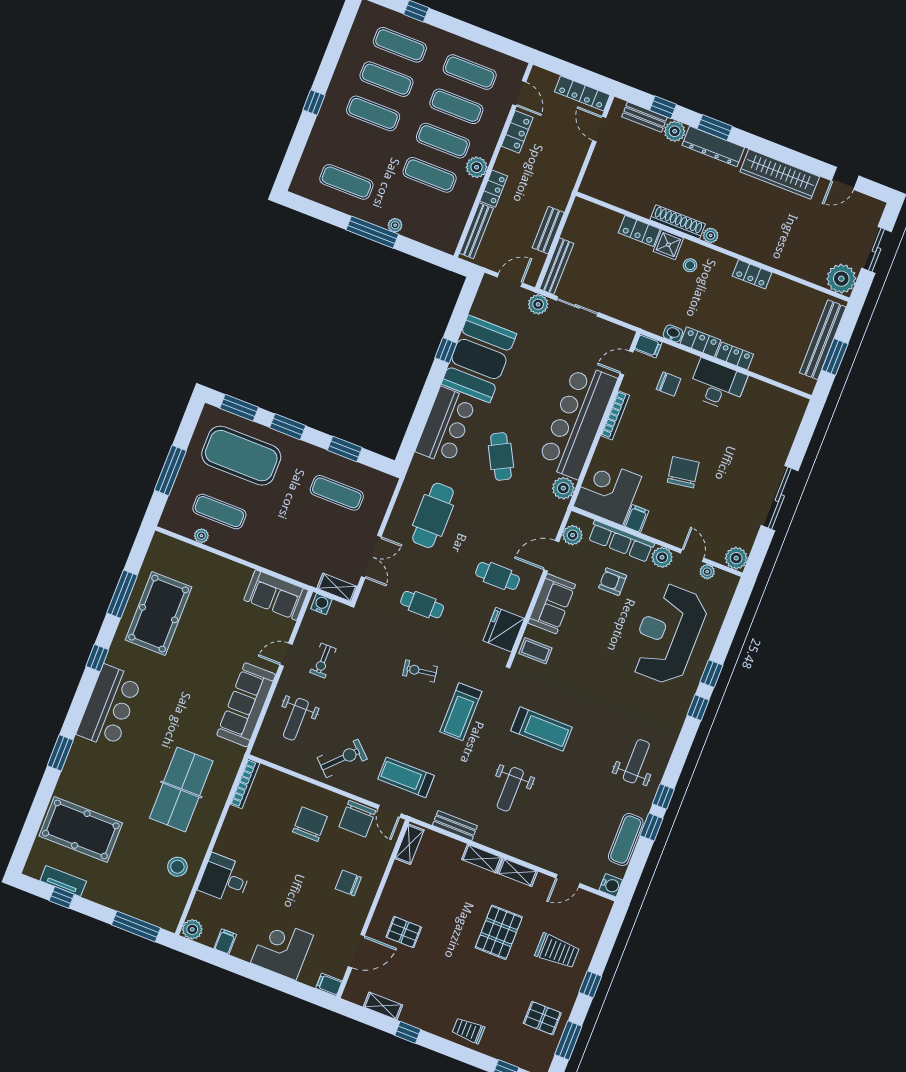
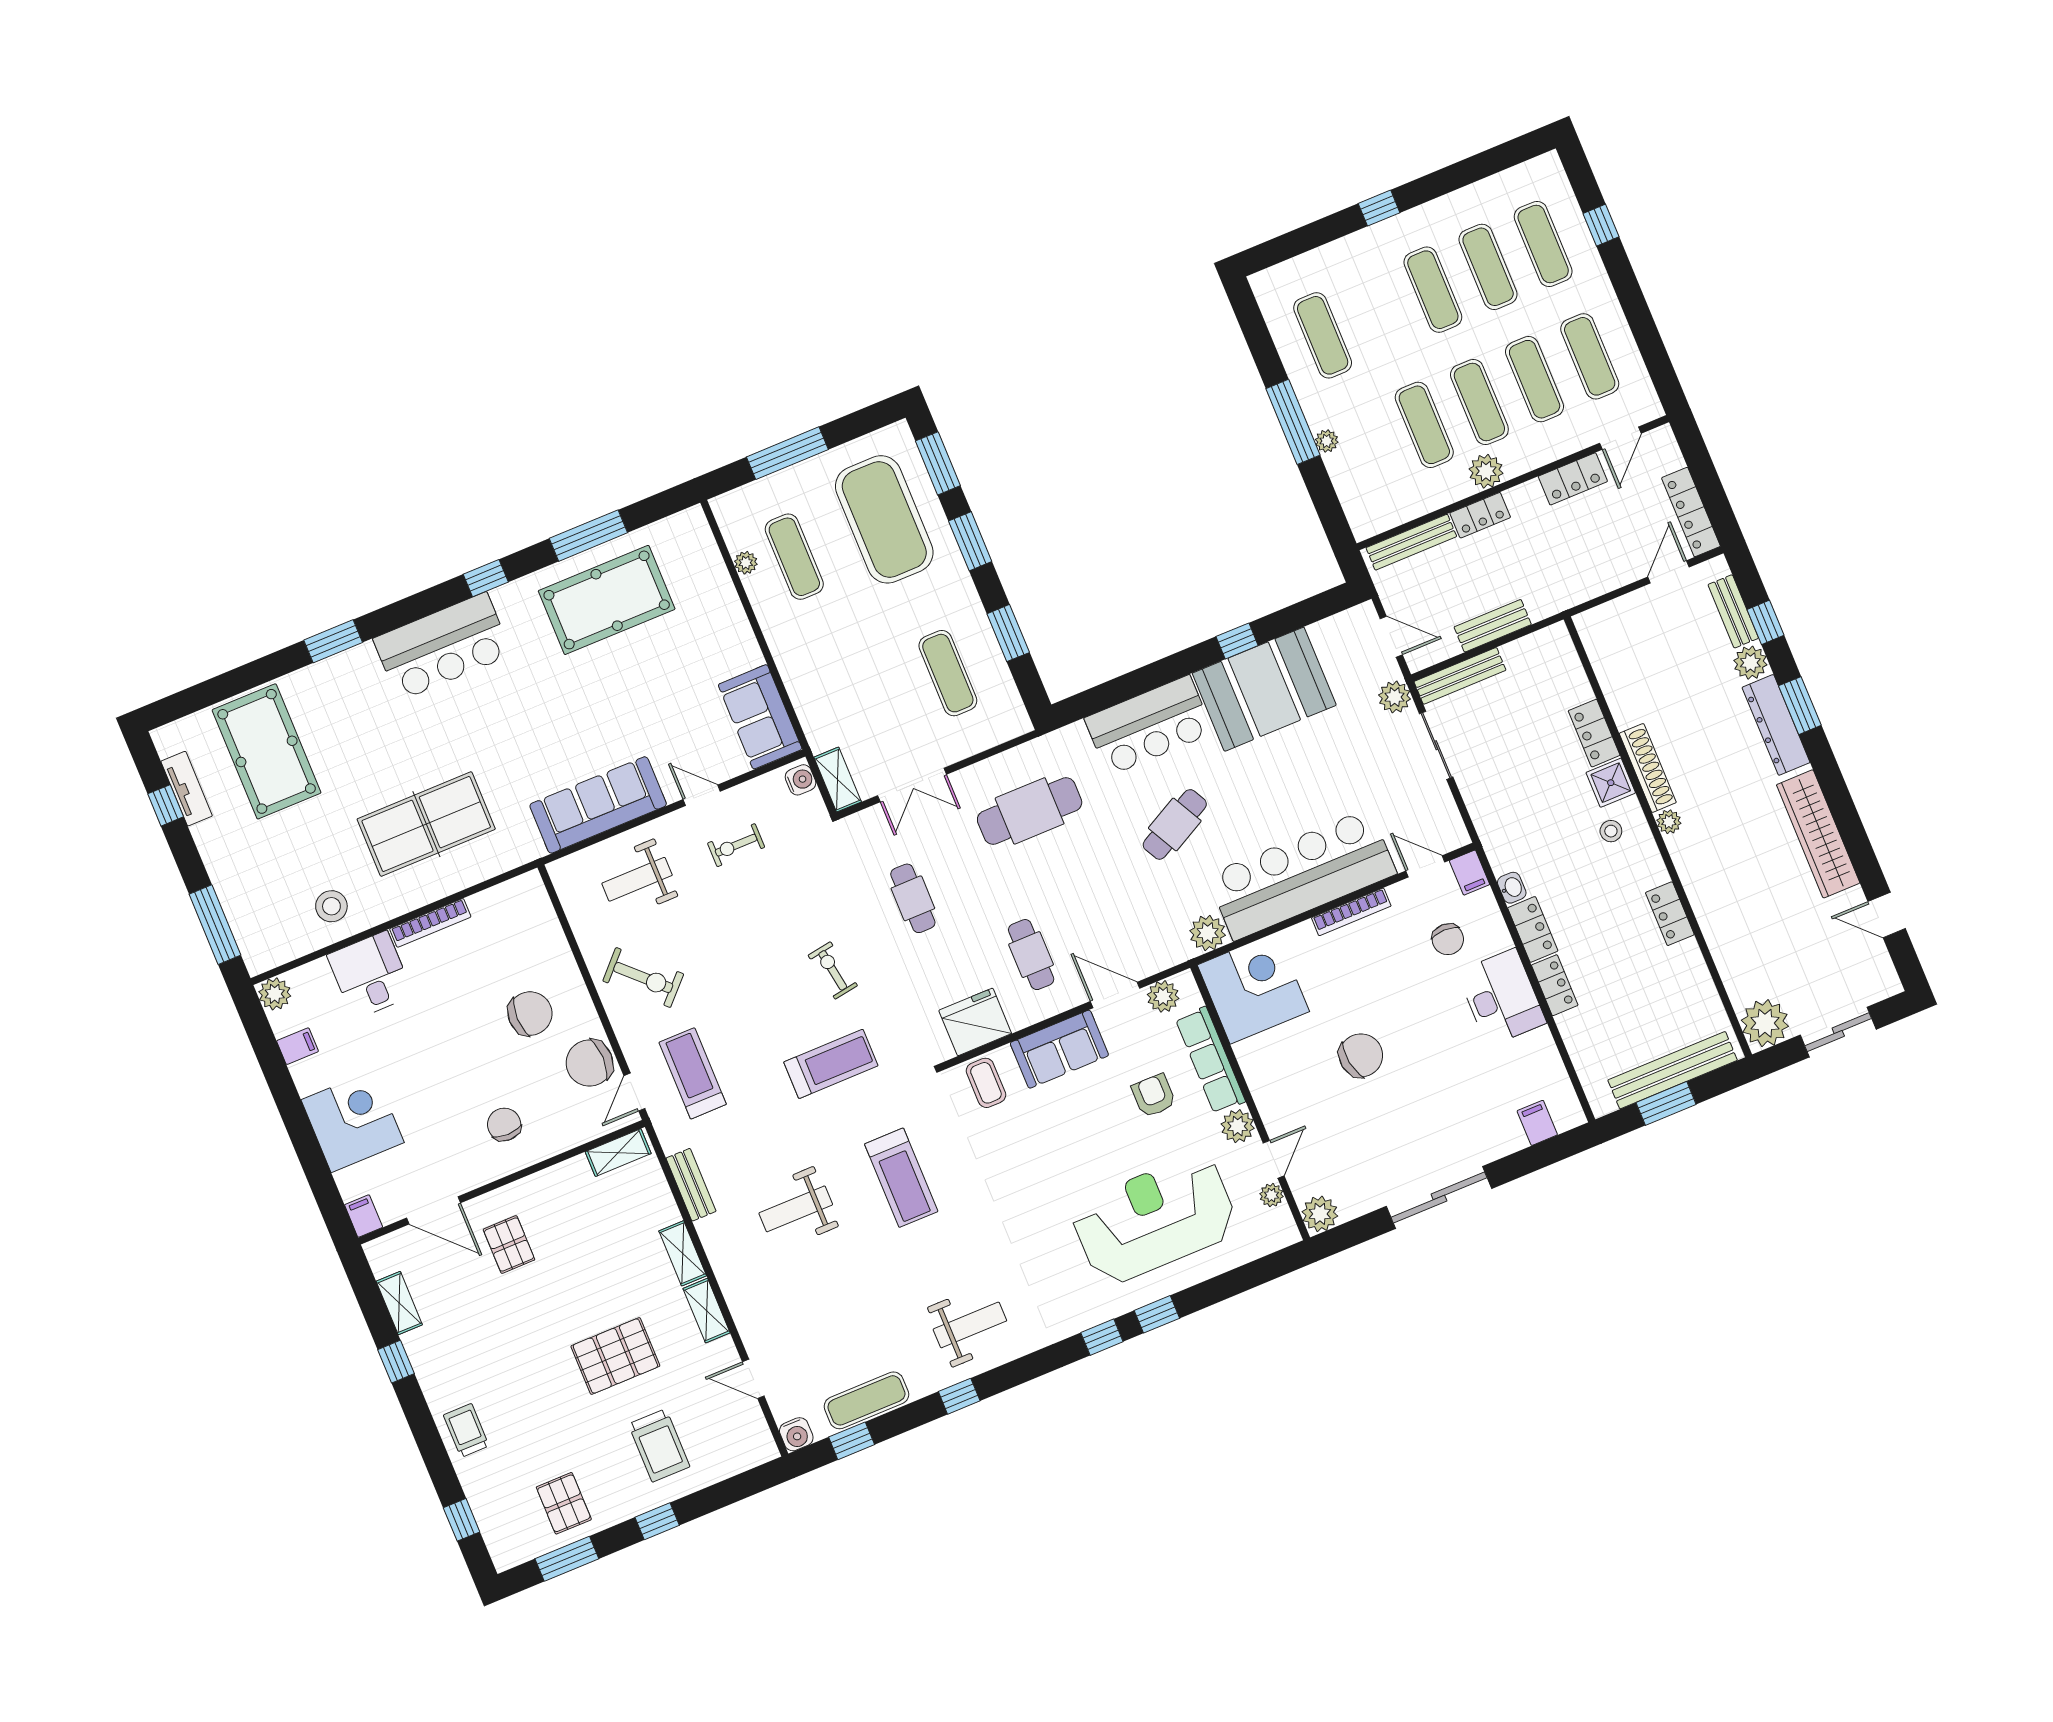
filing cabinet: (636, 519) -> (1537, 1123), moved, turned -90
treadmill: (461, 712) -> (831, 1064), turned 180
bookcase: (245, 784) -> (430, 923), moved
window: (651, 827) -> (852, 1441), moved

